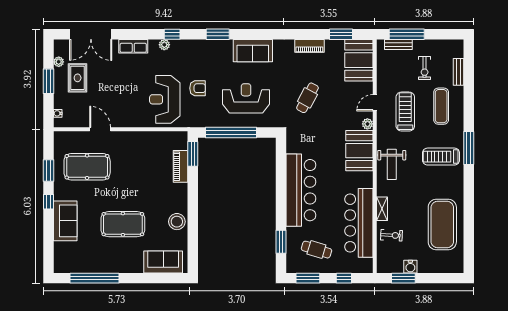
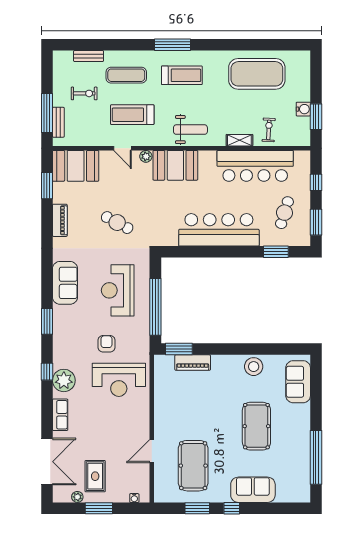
plant: (164, 45) -> (64, 380), width x1.88, depth x1.88
rug: (78, 78) -> (95, 476), turned 90
treadmill: (441, 157) -> (182, 75), turned -90

